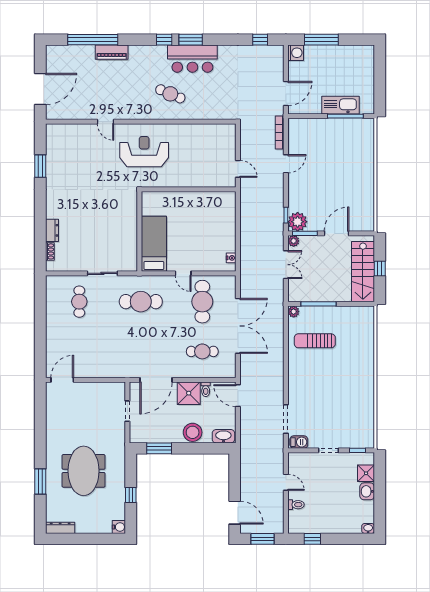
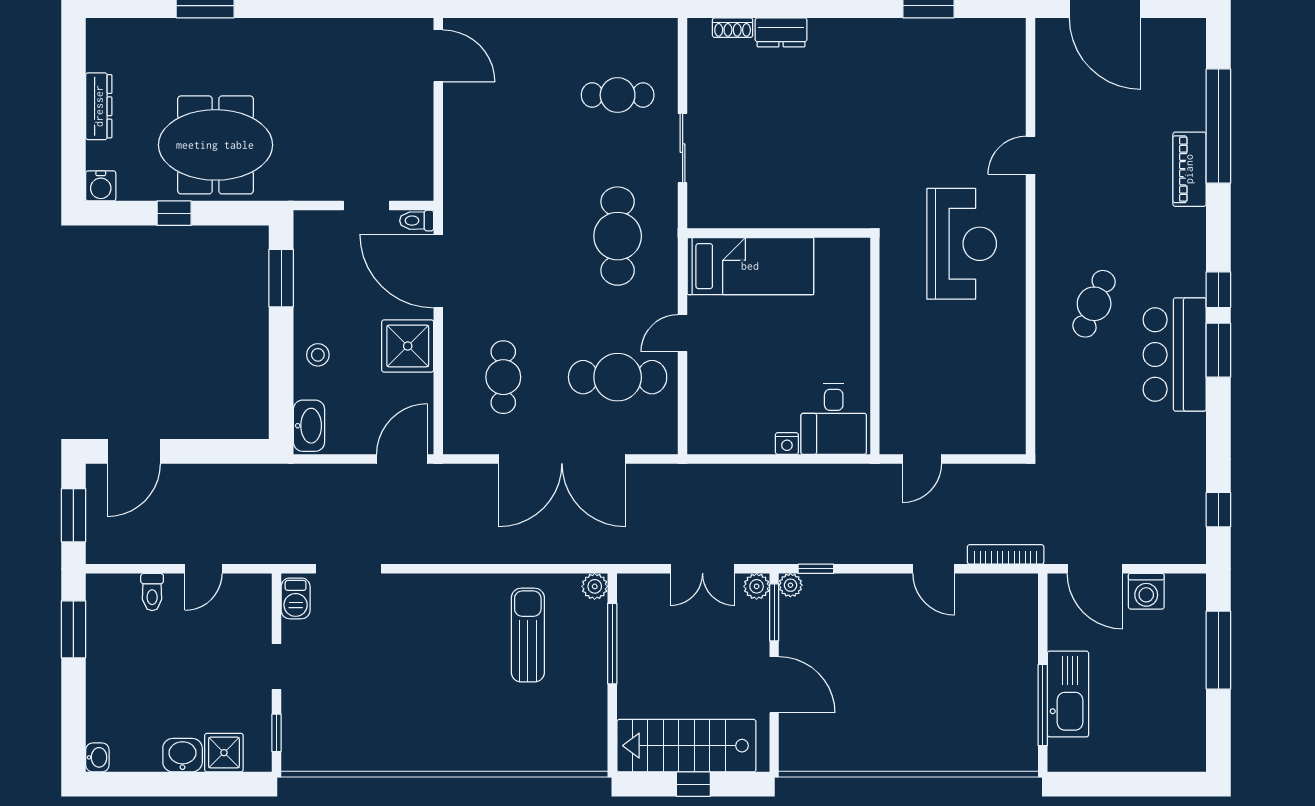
washing machine: (296, 53) -> (1146, 591), moved
desk: (221, 207) -> (834, 419), added
plant: (298, 222) -> (790, 585), width x0.53, depth x0.53
nightstand: (231, 258) -> (787, 443), moved
toilet: (206, 389) -> (417, 221), moved
stool: (193, 432) -> (318, 355), width x0.53, depth x0.53
meeting table: (84, 471) -> (215, 145), moved
dresser: (60, 528) -> (99, 106), moved
window: (312, 539) -> (73, 629), width x1.50

